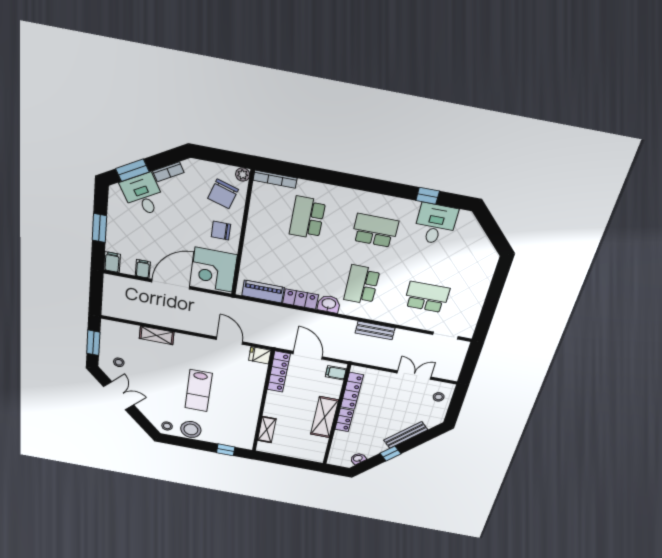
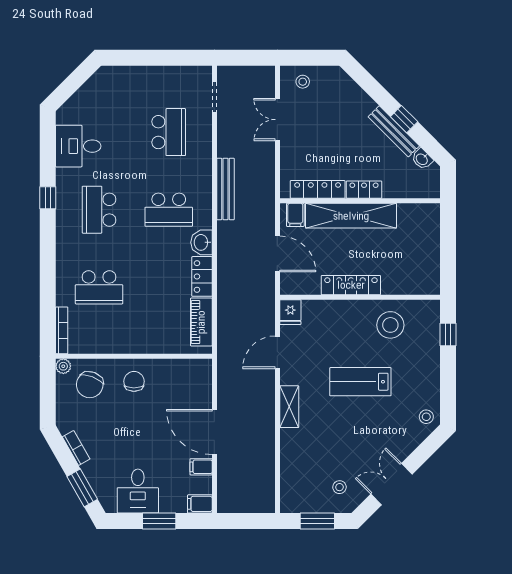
chair: (223, 194) -> (90, 385), turned 94
desk: (143, 195) -> (138, 491), moved, turned -60
window: (428, 196) -> (48, 198), moved
chair: (221, 231) -> (134, 381), turned 180
corner desk: (214, 270) -> (185, 384), removed
school desk: (427, 297) -> (169, 132), turned 180
bench: (375, 330) -> (225, 189), width x1.36
shelving: (157, 335) -> (289, 407), moved
door: (308, 355) -> (277, 254), swing flipped
locker: (279, 372) -> (351, 285), moved
lab bench: (199, 391) -> (360, 382), turned 180
shelving: (324, 417) -> (351, 216), width x1.47
stool: (191, 429) -> (390, 325), moved
shelving: (267, 430) -> (402, 286), removed
bench: (406, 435) -> (394, 131), moved

